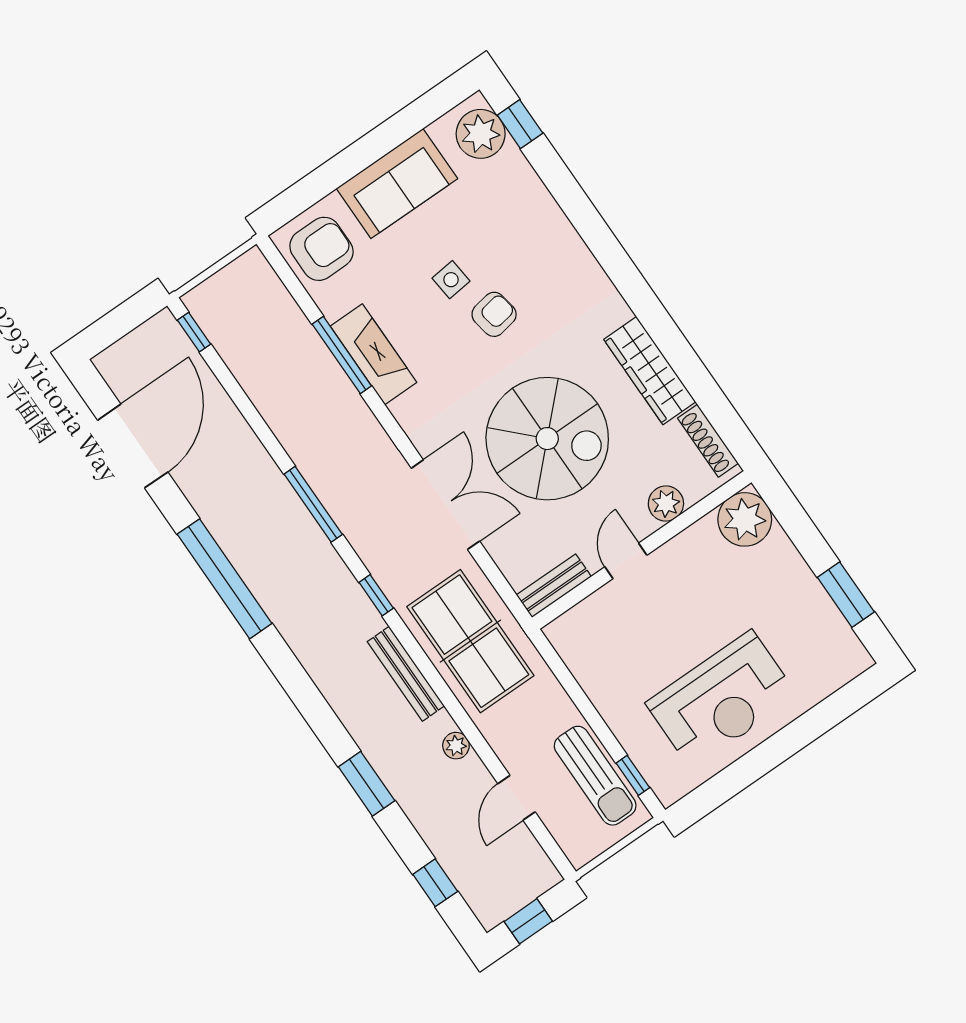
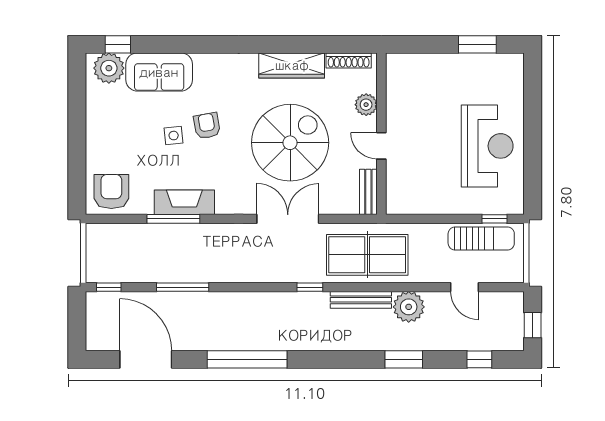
sofa: (397, 183) -> (159, 72), moved, turned 90
window: (313, 504) -> (183, 287), moved
plant: (745, 519) -> (402, 70), removed
plant: (456, 746) -> (409, 307), width x1.87, depth x1.87

